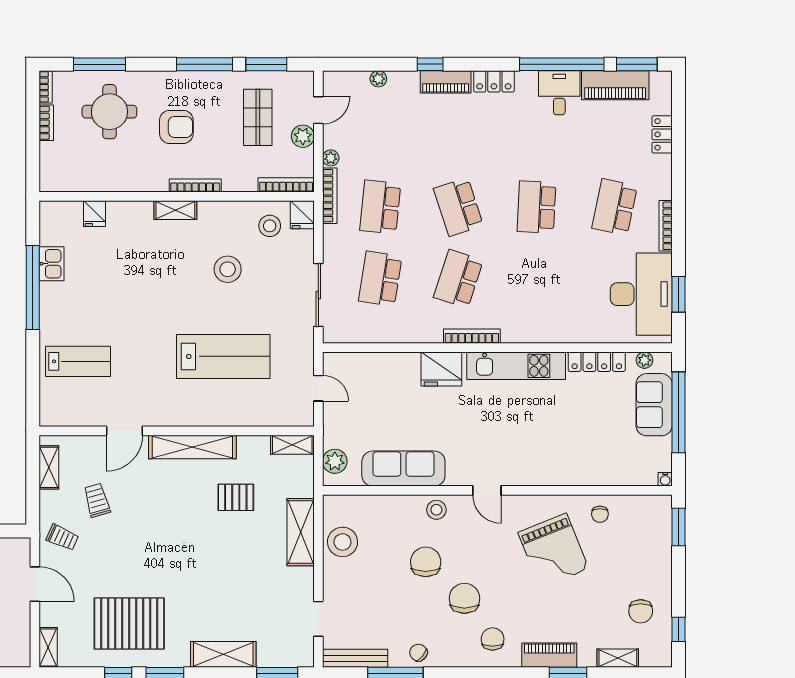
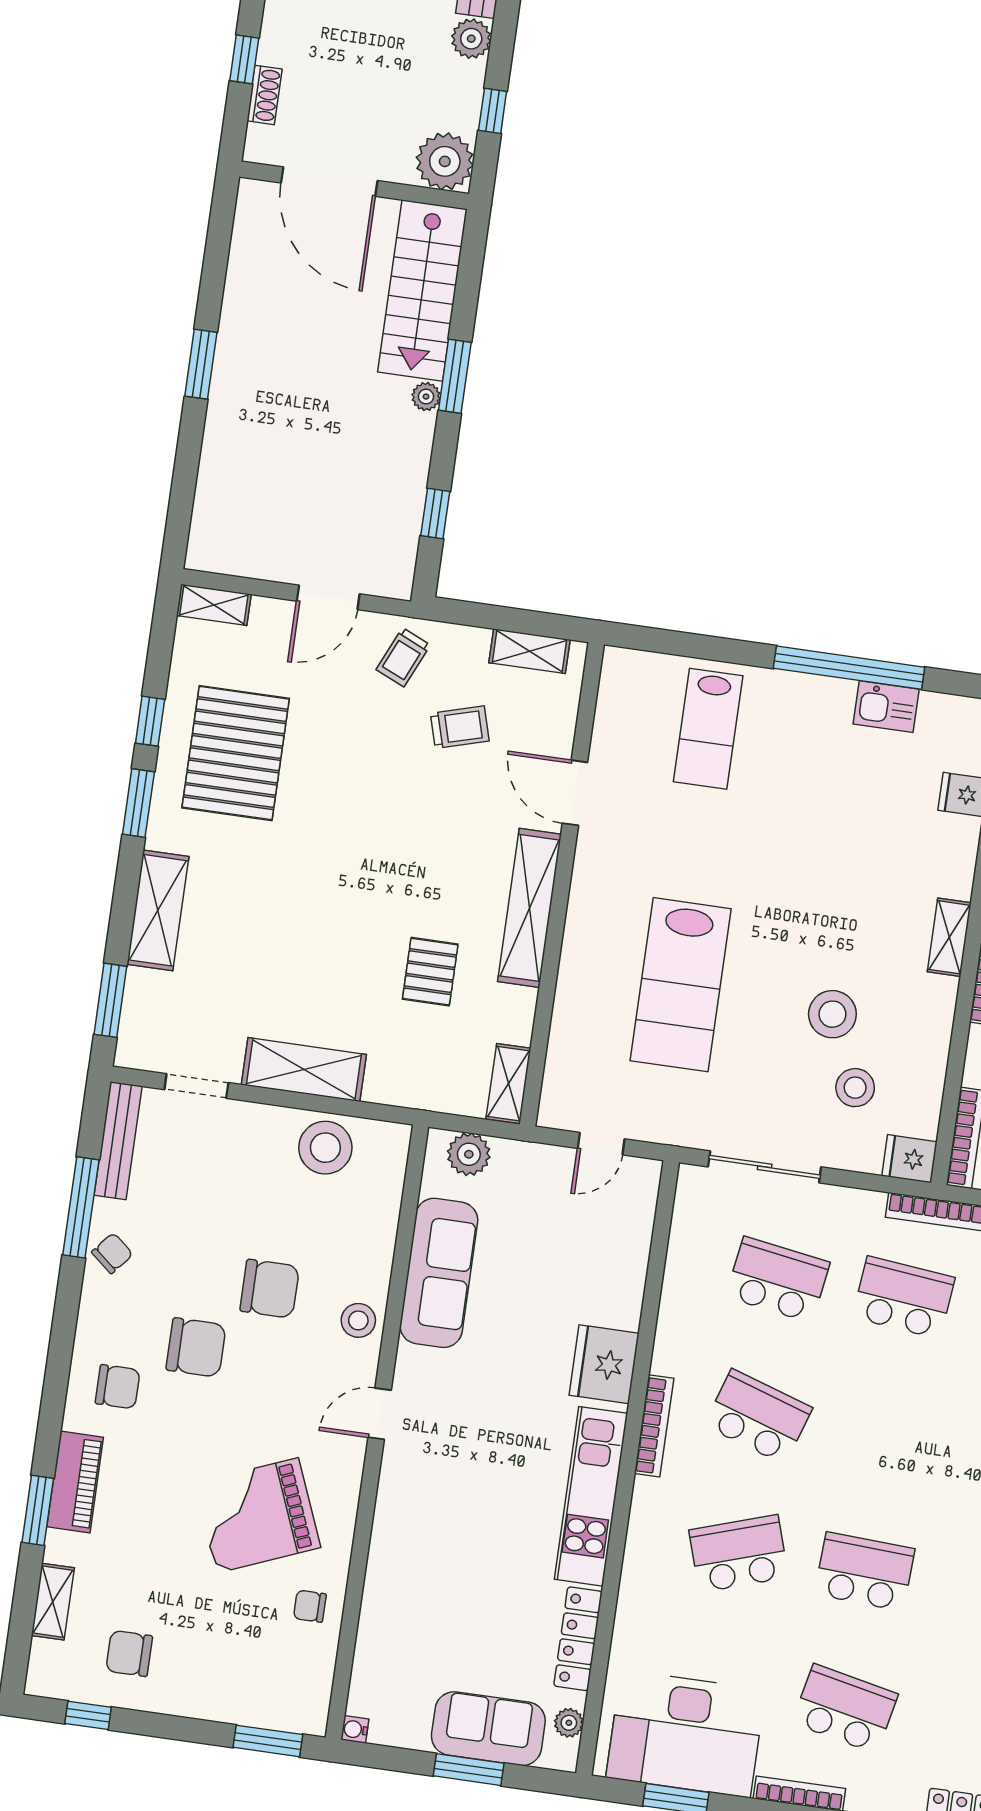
school desk: (458, 207) -> (739, 1554), moved
stool: (270, 226) -> (855, 1088), moved
window: (679, 412) -> (469, 1770), width x0.47
shelving: (301, 532) -> (304, 1070), moved

